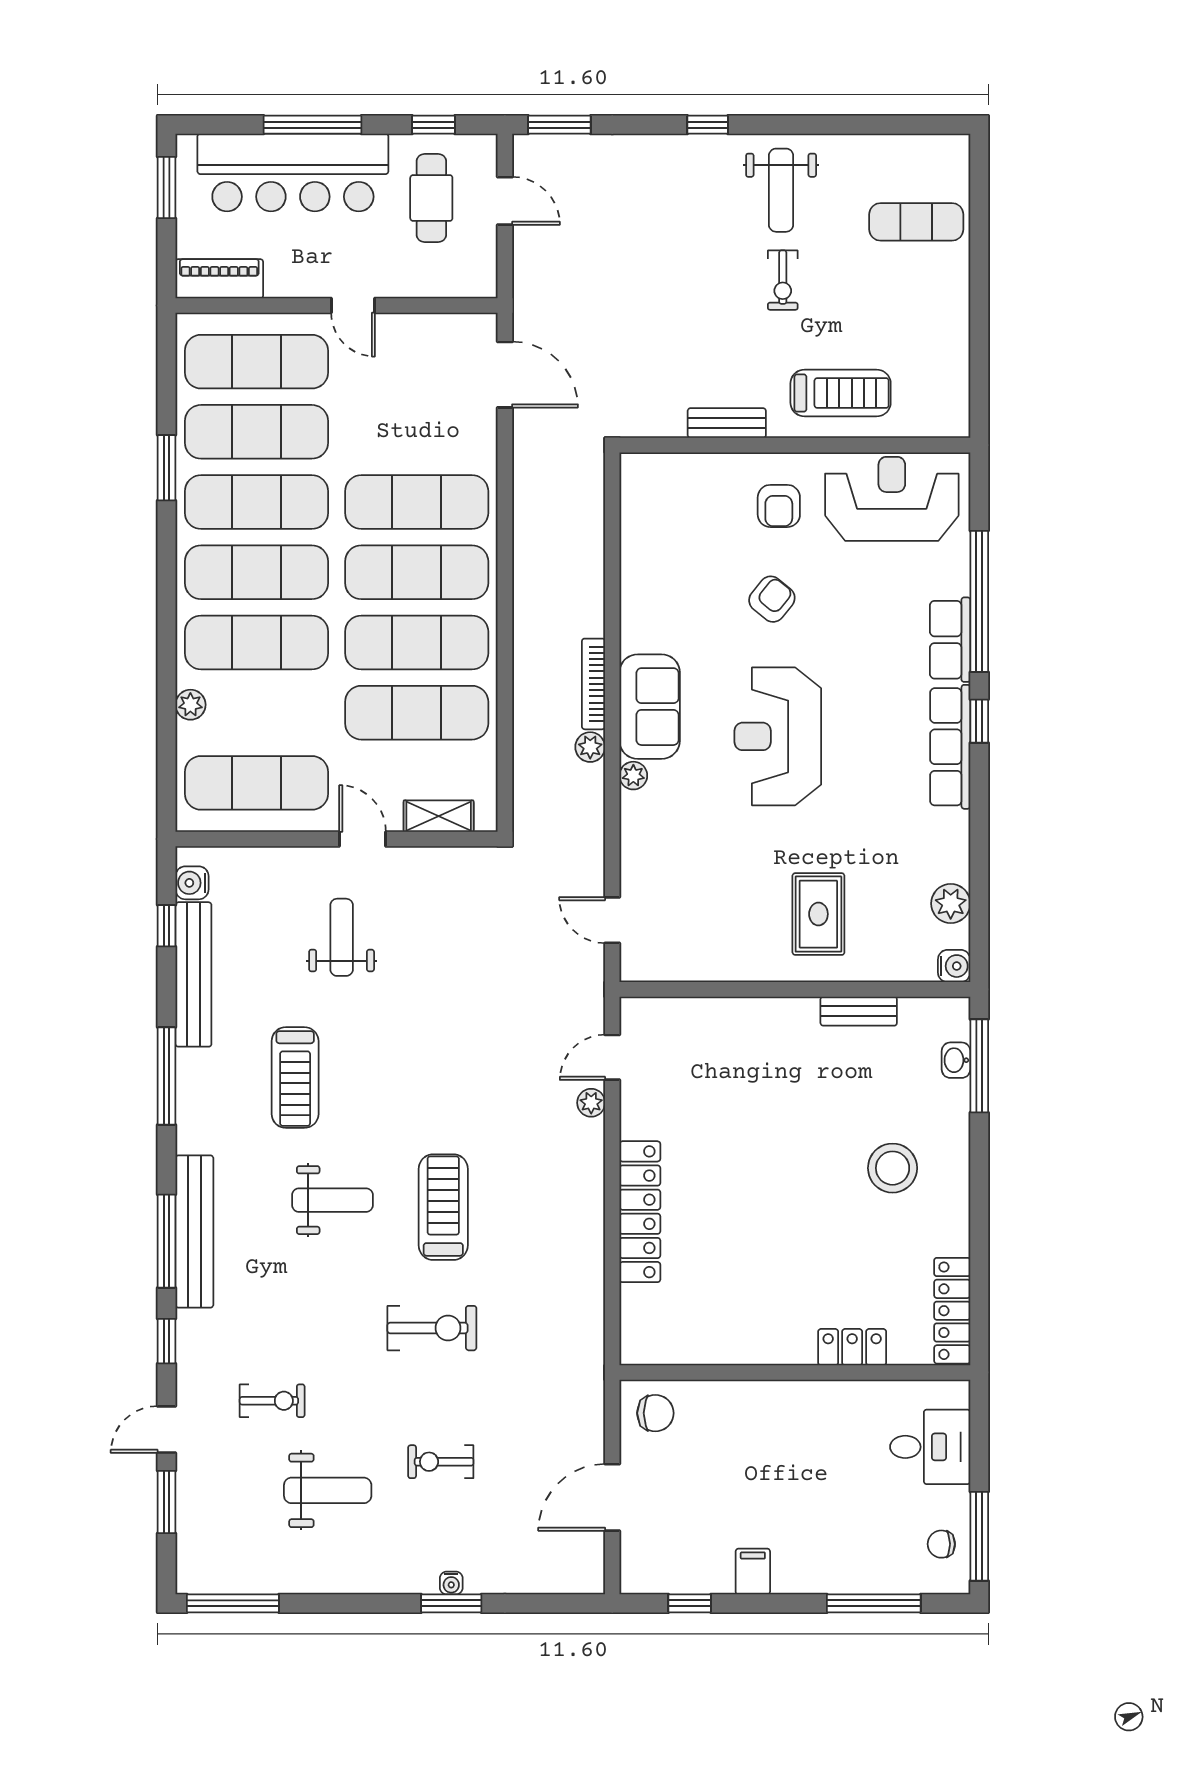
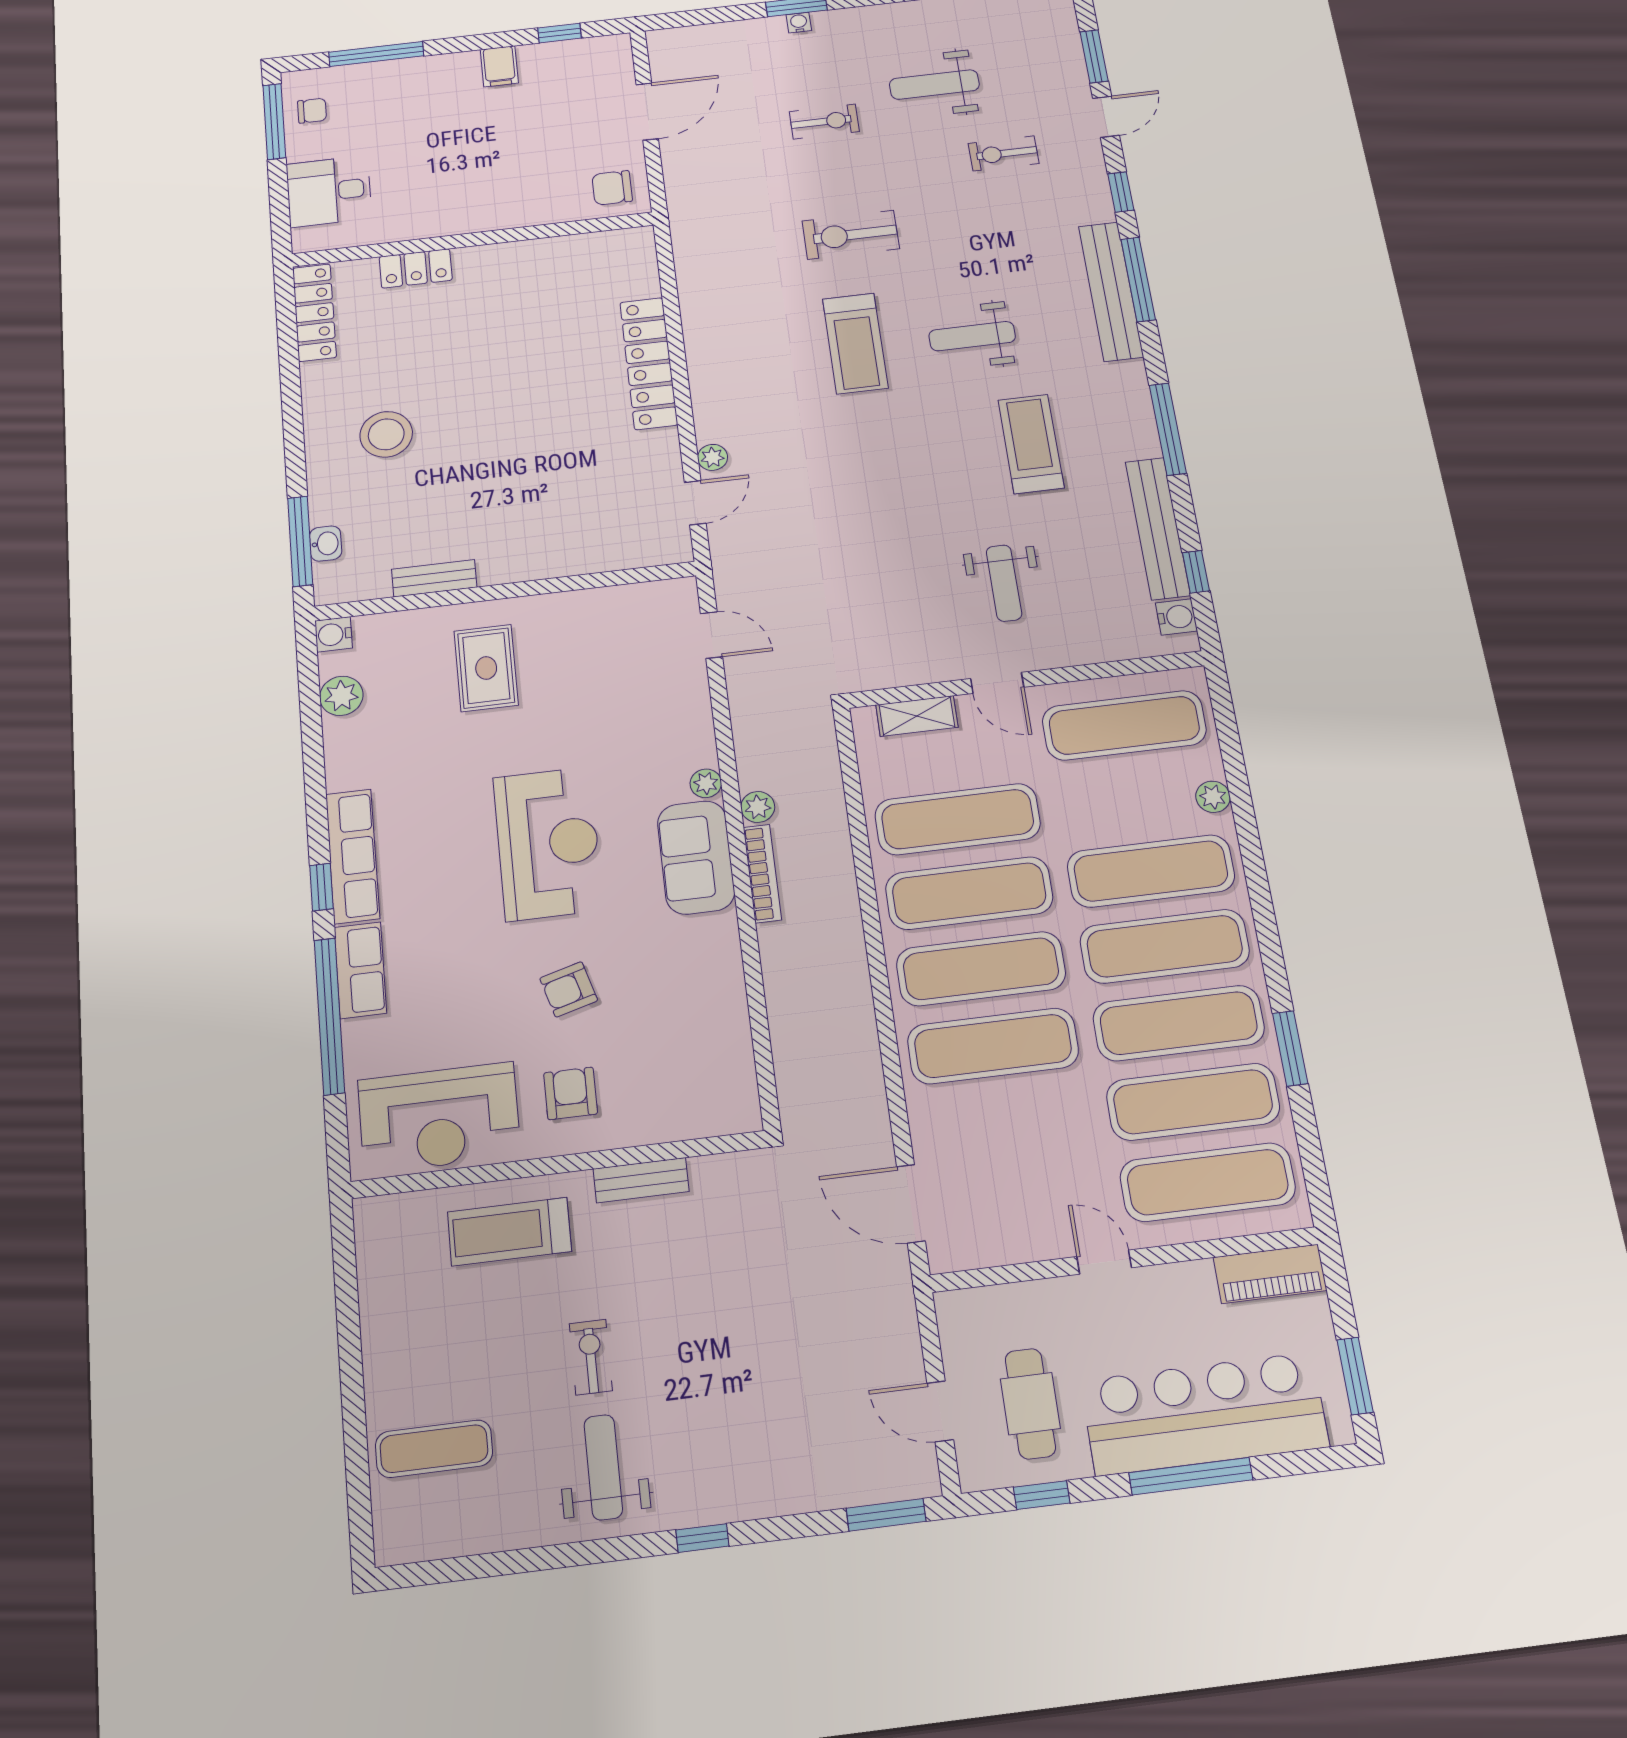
armchair: (772, 599) -> (569, 989), turned 35

